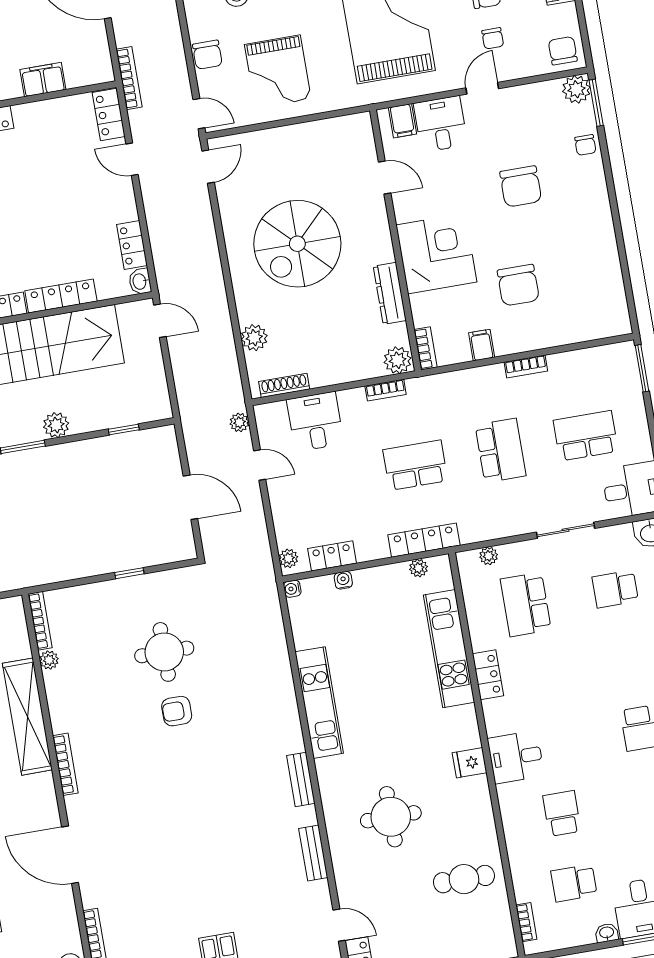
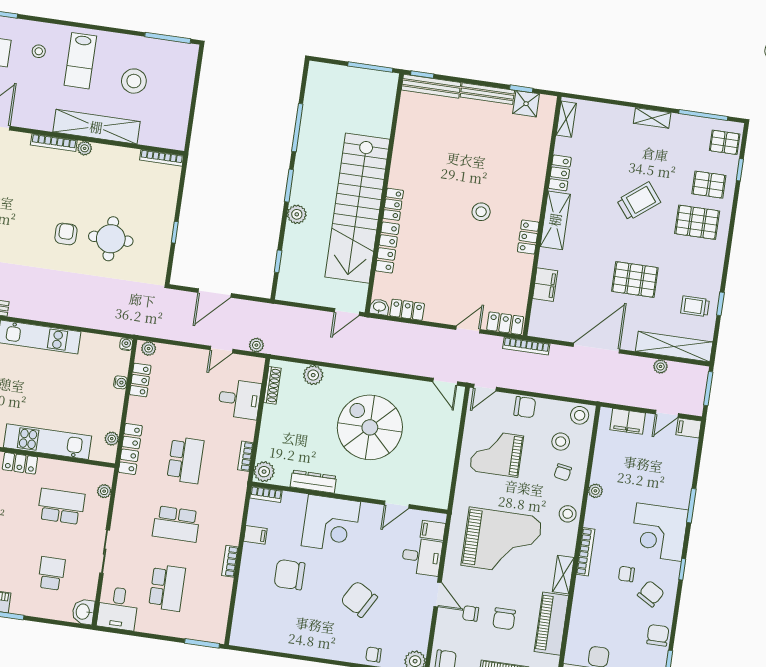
chair: (207, 55) -> (525, 407), turned 180
chair: (521, 186) -> (359, 599), turned 30
plant: (49, 660) -> (85, 148), moved

